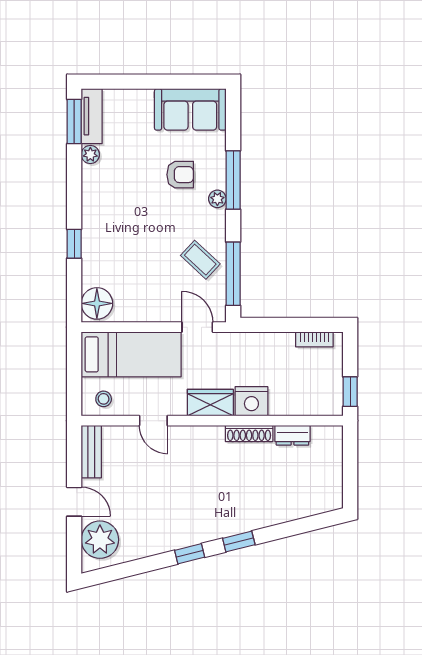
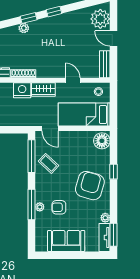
sofa: (190, 109) -> (66, 241), moved
plant: (217, 199) -> (40, 207), moved
armchair: (120, 217) -> (90, 186), added
plant: (248, 522) -> (24, 28), added

